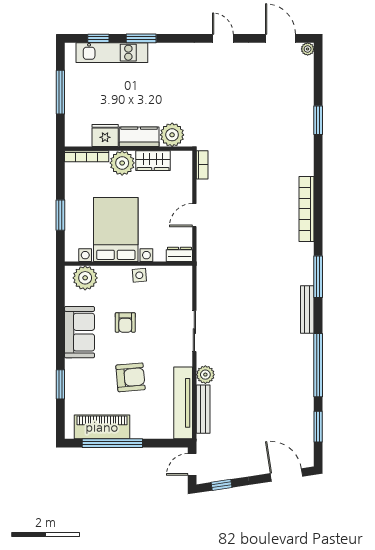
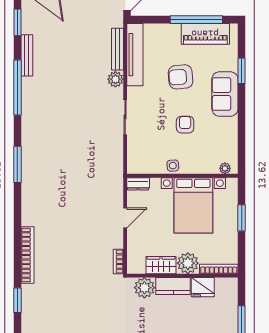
bookcase: (307, 209) -> (28, 255), moved
plant: (85, 278) -> (225, 168), width x0.53, depth x0.53
bench: (307, 309) -> (27, 55), moved
sofa: (79, 332) -> (225, 94), moved
window: (318, 427) -> (17, 22), moved

